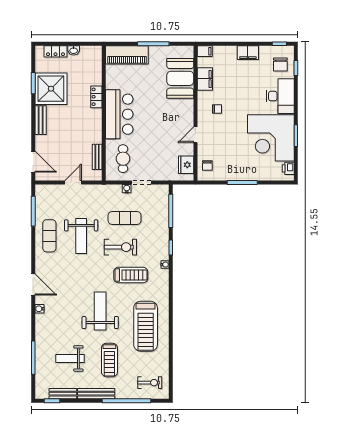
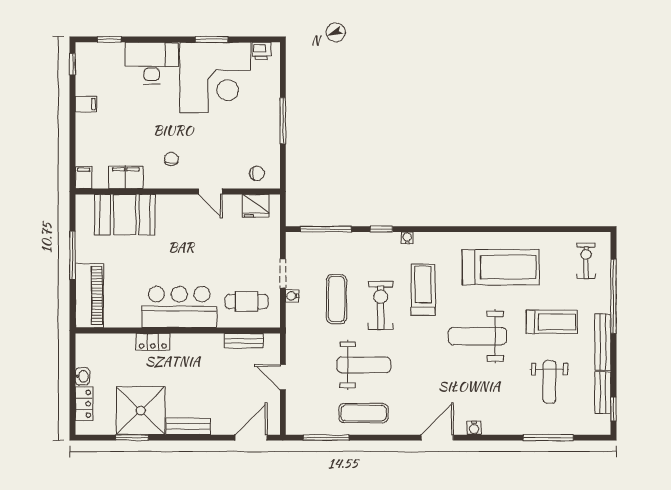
filing cabinet: (248, 53) -> (86, 104), width x0.50
chair: (280, 65) -> (104, 63), removed

